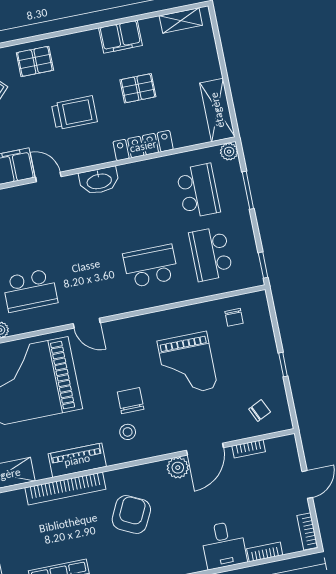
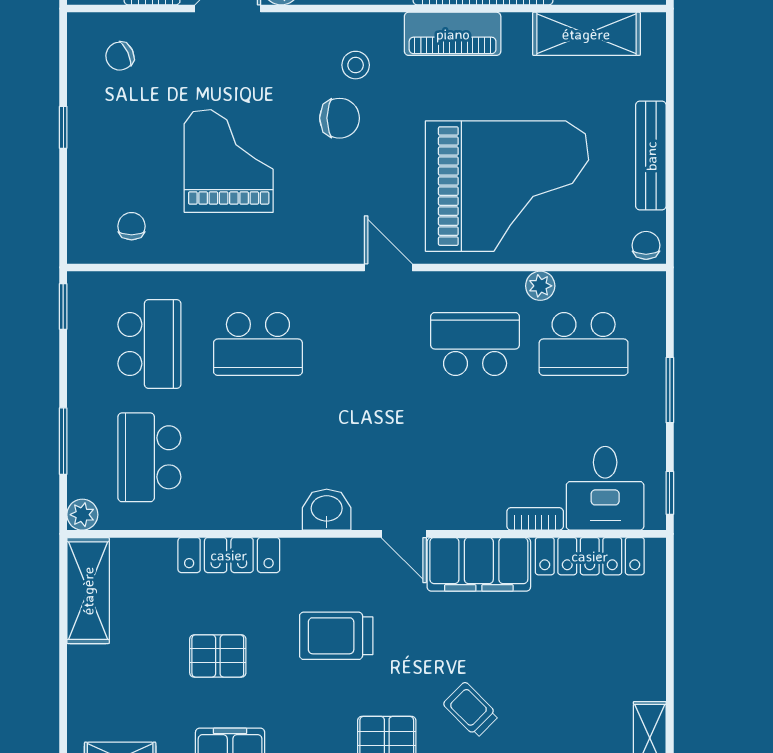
washbasin: (99, 181) -> (327, 510), width x0.72
chair: (131, 401) -> (340, 118), turned -90

